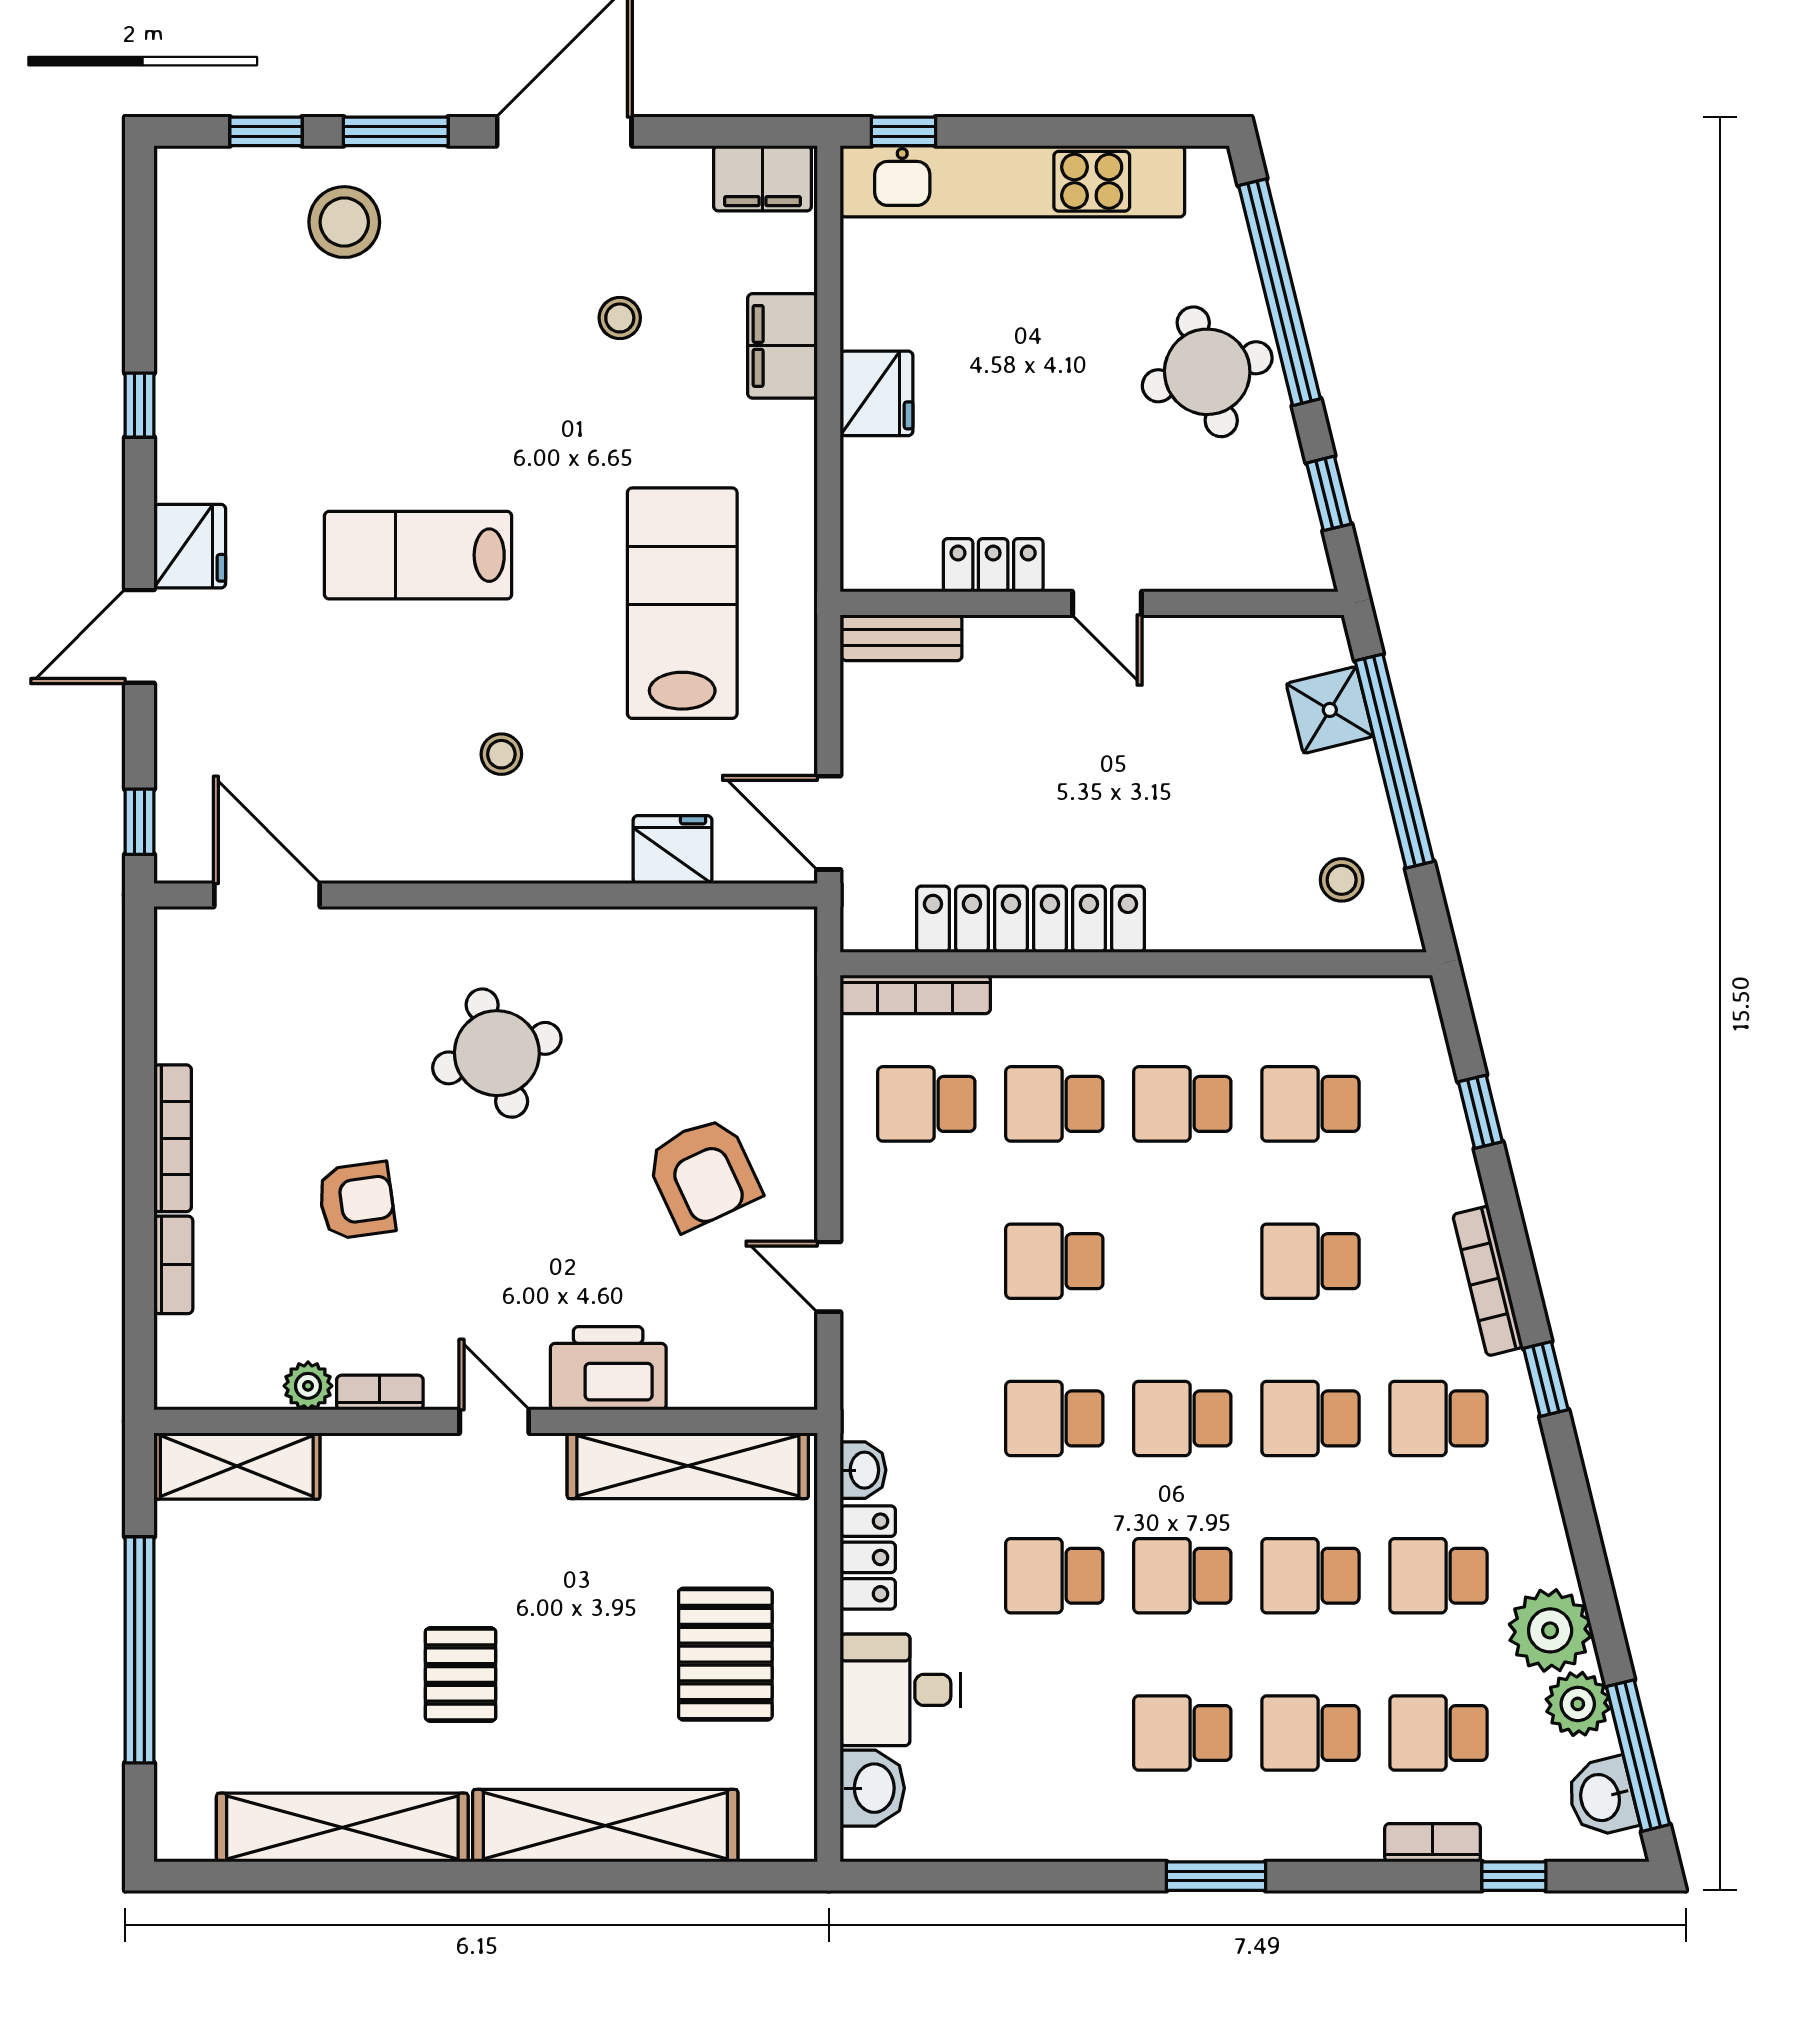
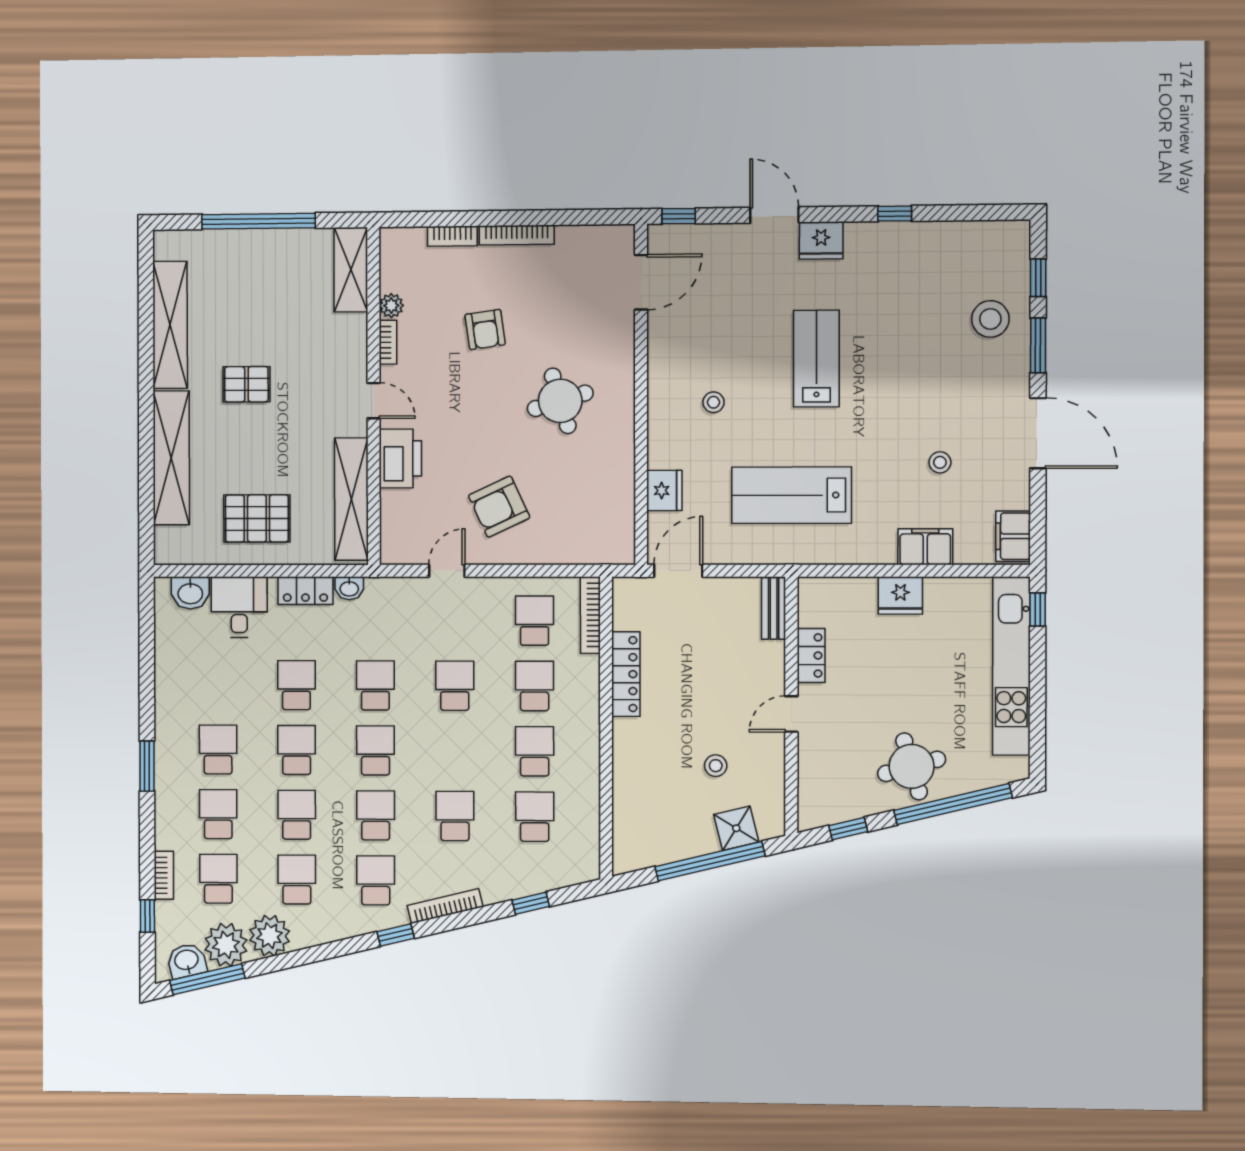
lab bench: (682, 603) -> (792, 495), turned 180
stool: (1342, 880) -> (716, 766), moved
locker: (1030, 919) -> (626, 674), width x0.71, depth x0.83
door: (494, 1421) -> (374, 401), hinge flipped
plant: (1578, 1704) -> (226, 945), width x1.36, depth x1.36

